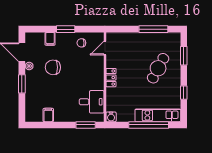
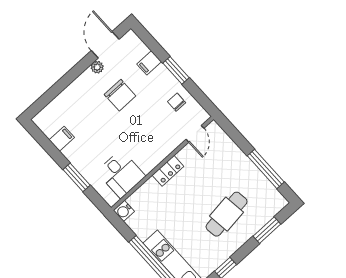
door: (105, 48) -> (195, 134), swing flipped
chair: (53, 67) -> (120, 95), turned 180
cafe table: (158, 68) -> (227, 214), turned -35
window: (22, 84) -> (70, 77), removed
window: (86, 125) -> (77, 177), moved

